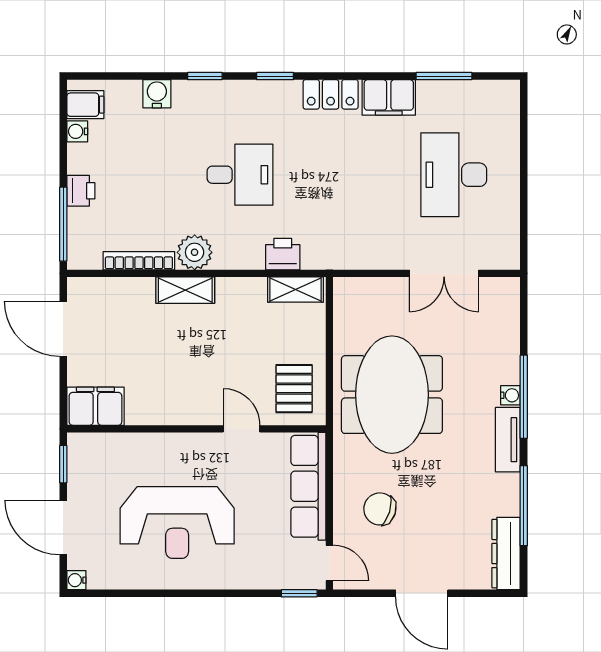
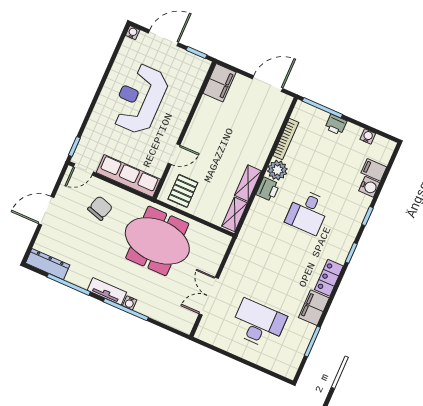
filing cabinet: (85, 105) -> (374, 170), moved, turned 90
printer: (283, 254) -> (268, 189), moved
shelving: (185, 290) -> (248, 183), moved
pallet: (294, 389) -> (183, 191), turned 90

